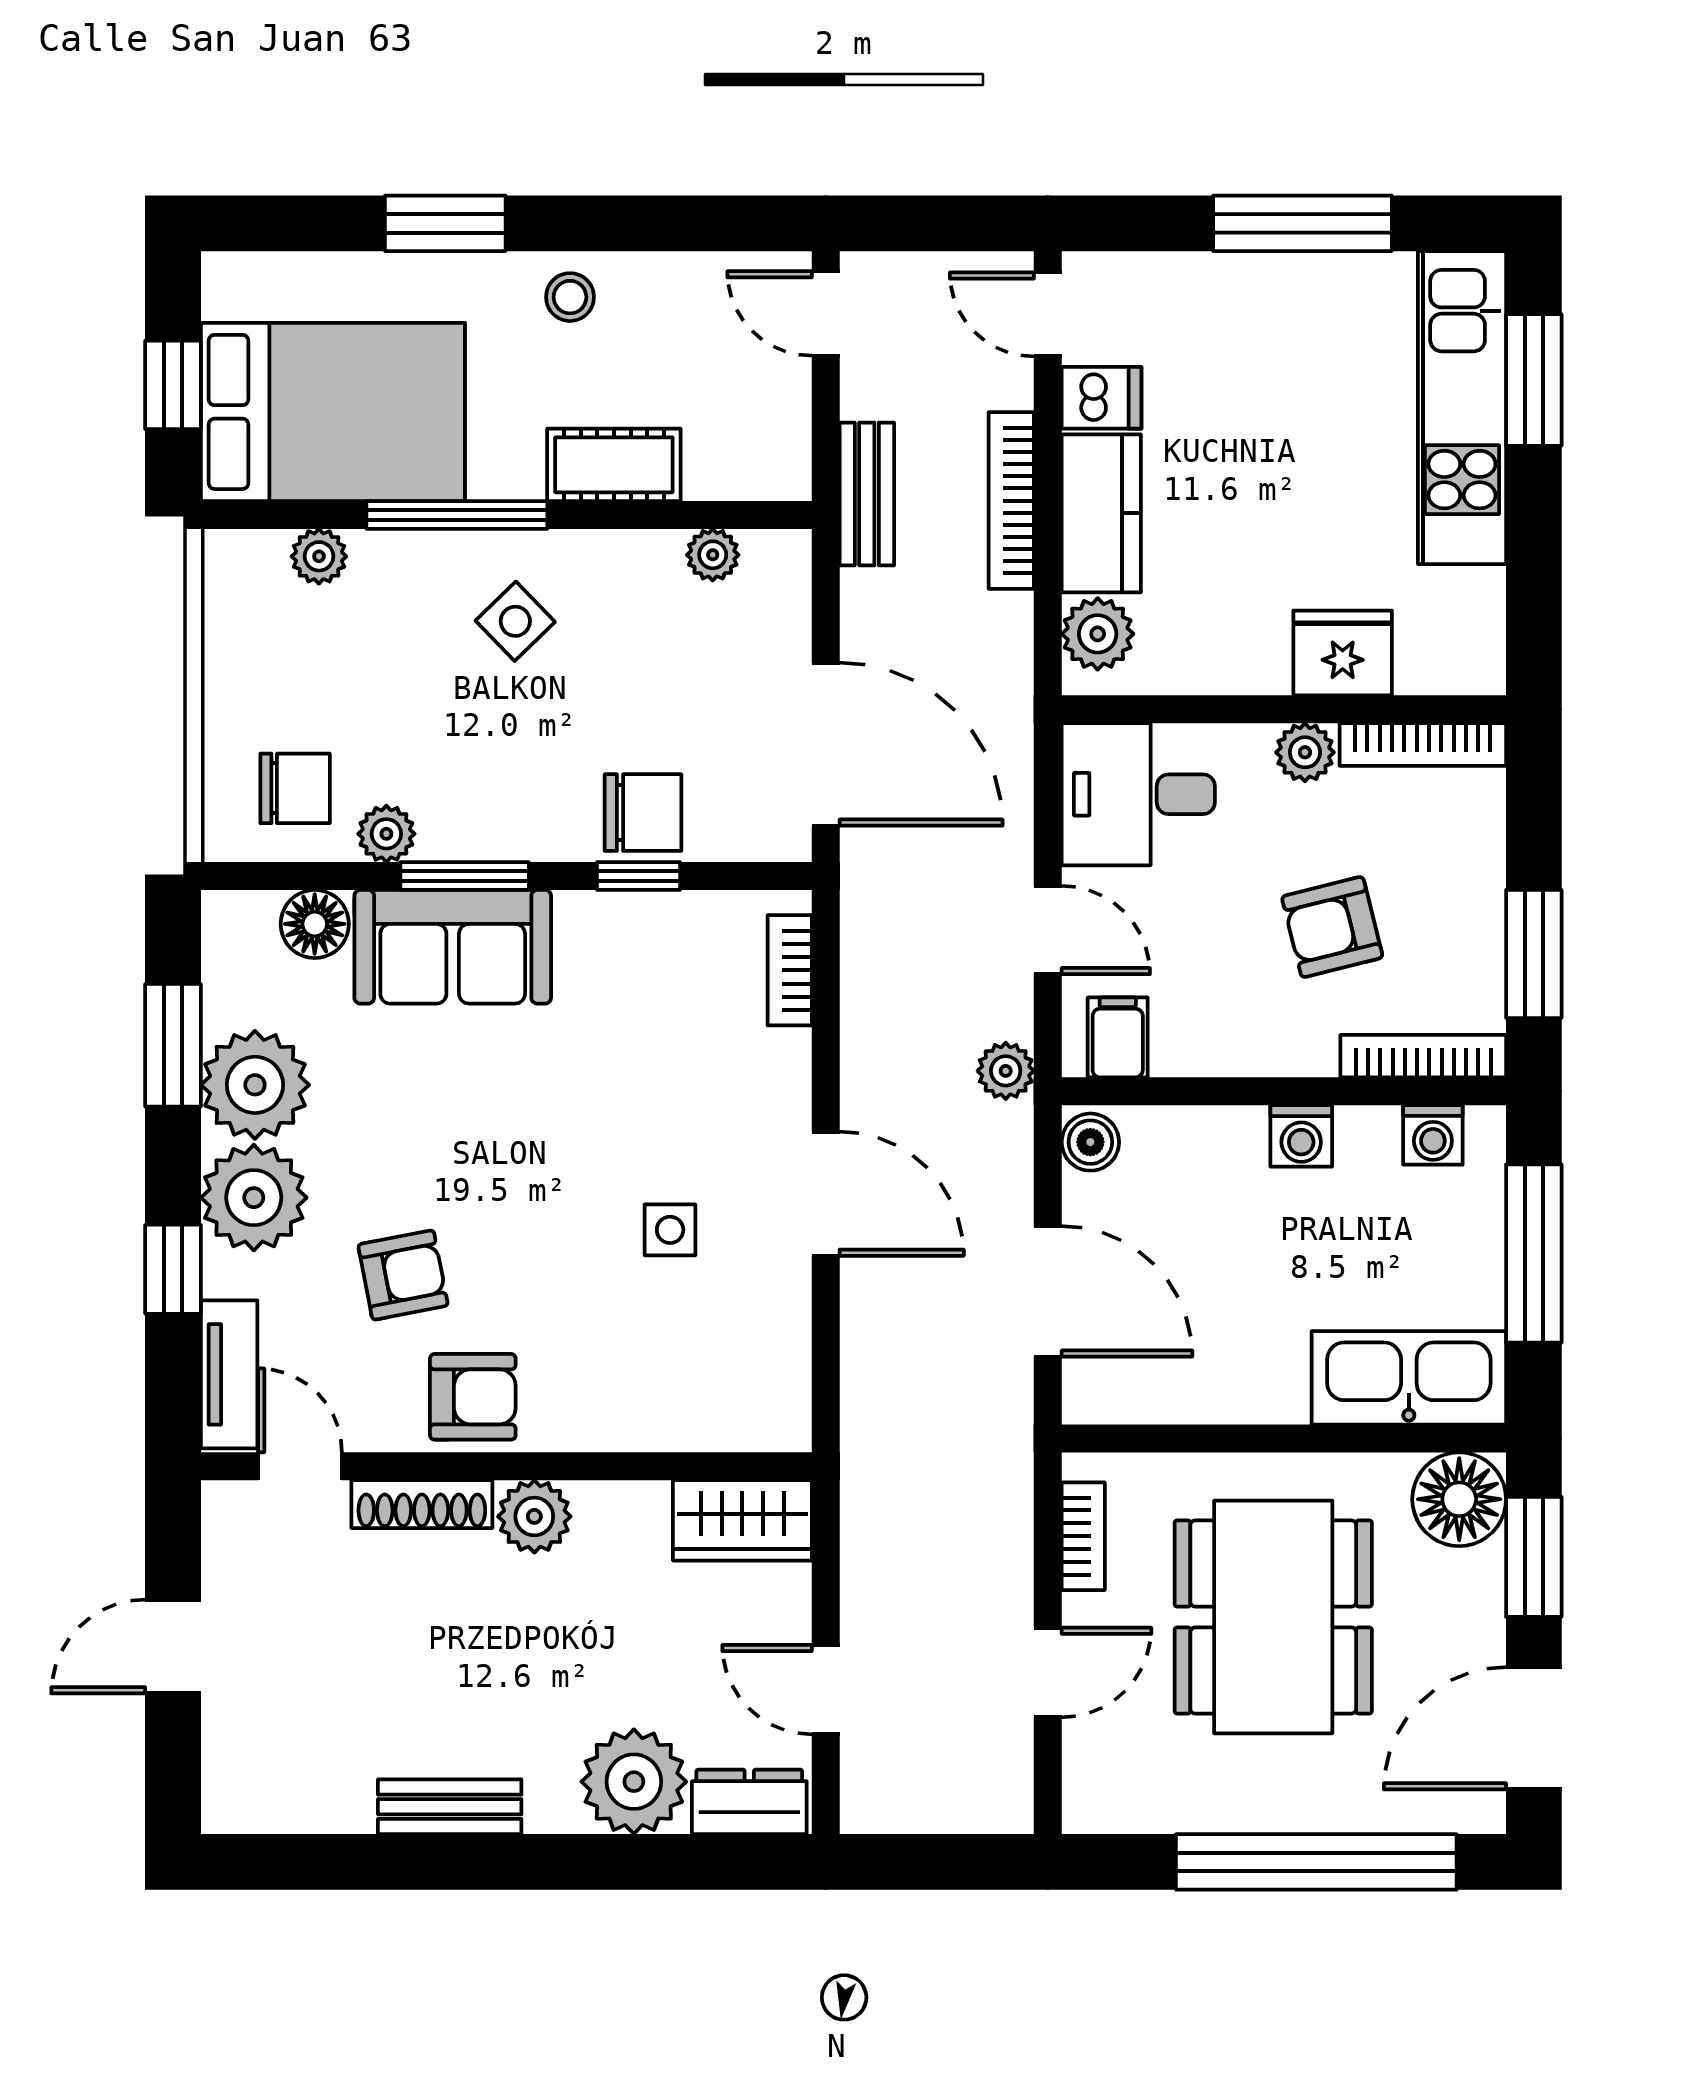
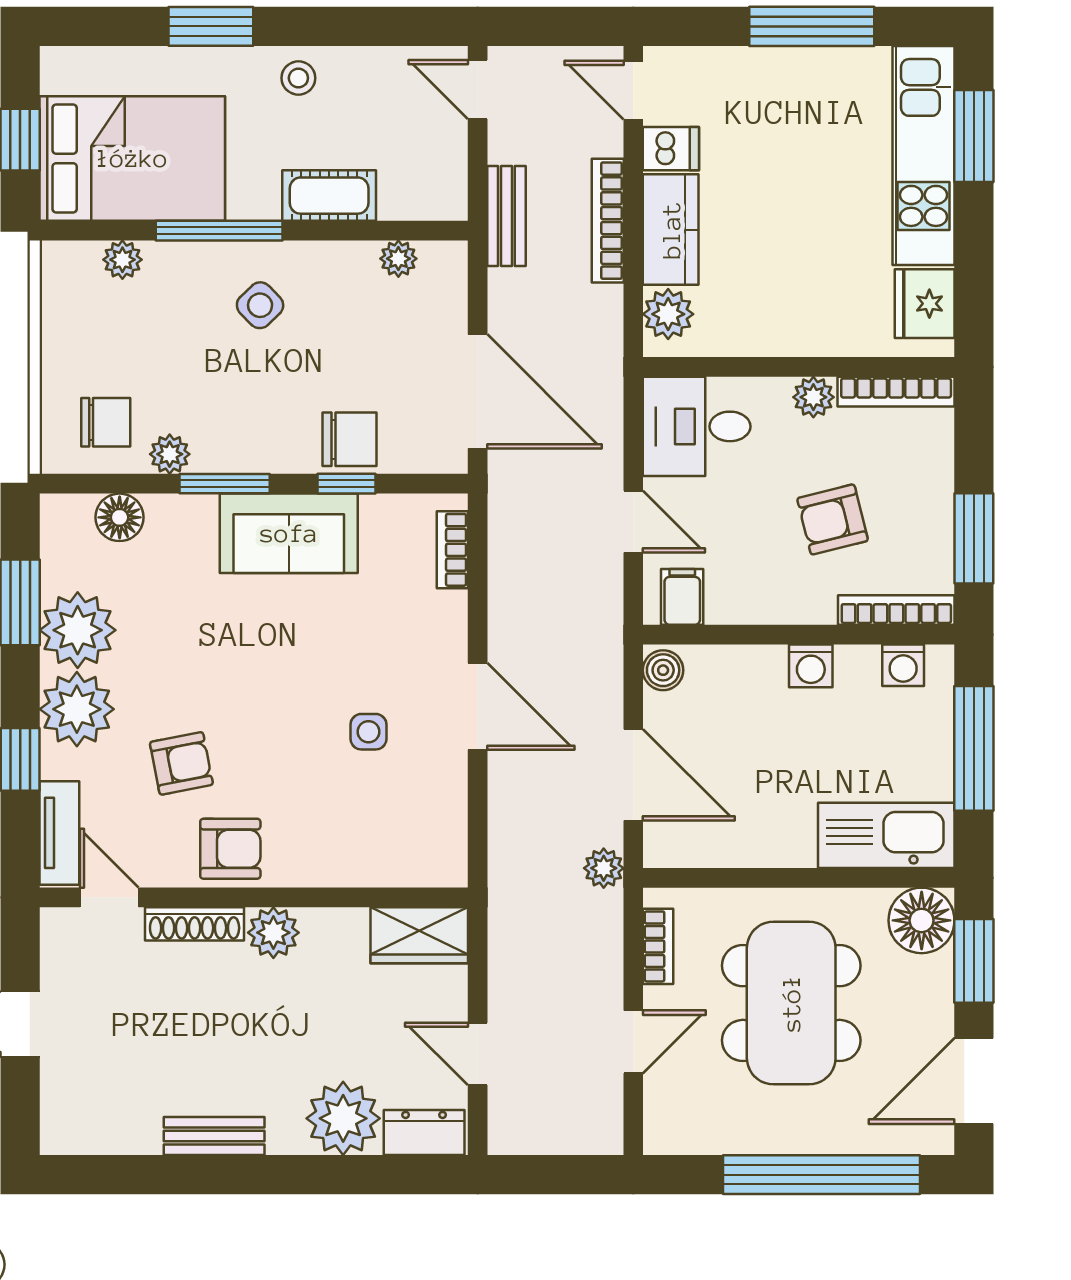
fridge: (1343, 653) -> (925, 304), moved, turned -90
sofa: (453, 947) -> (289, 533), moved
plant: (1006, 1071) -> (604, 868), moved

